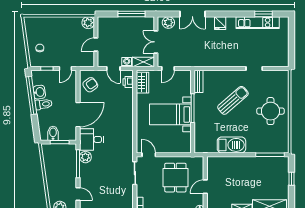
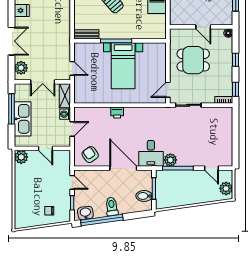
kitchen sink: (122, 24) -> (23, 119), added
printer: (128, 82) -> (117, 113), moved
wardrobe: (142, 83) -> (88, 97), removed
washbasin: (39, 92) -> (85, 213), moved
door: (78, 194) -> (212, 168), swing flipped

